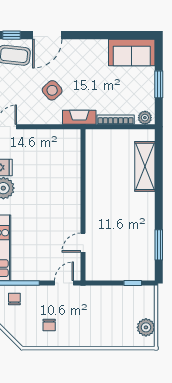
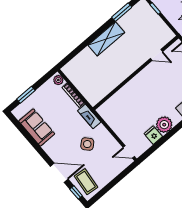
sofa: (132, 52) -> (37, 127), moved
window: (159, 84) -> (26, 95), moved
shelving: (145, 166) -> (106, 39), moved

